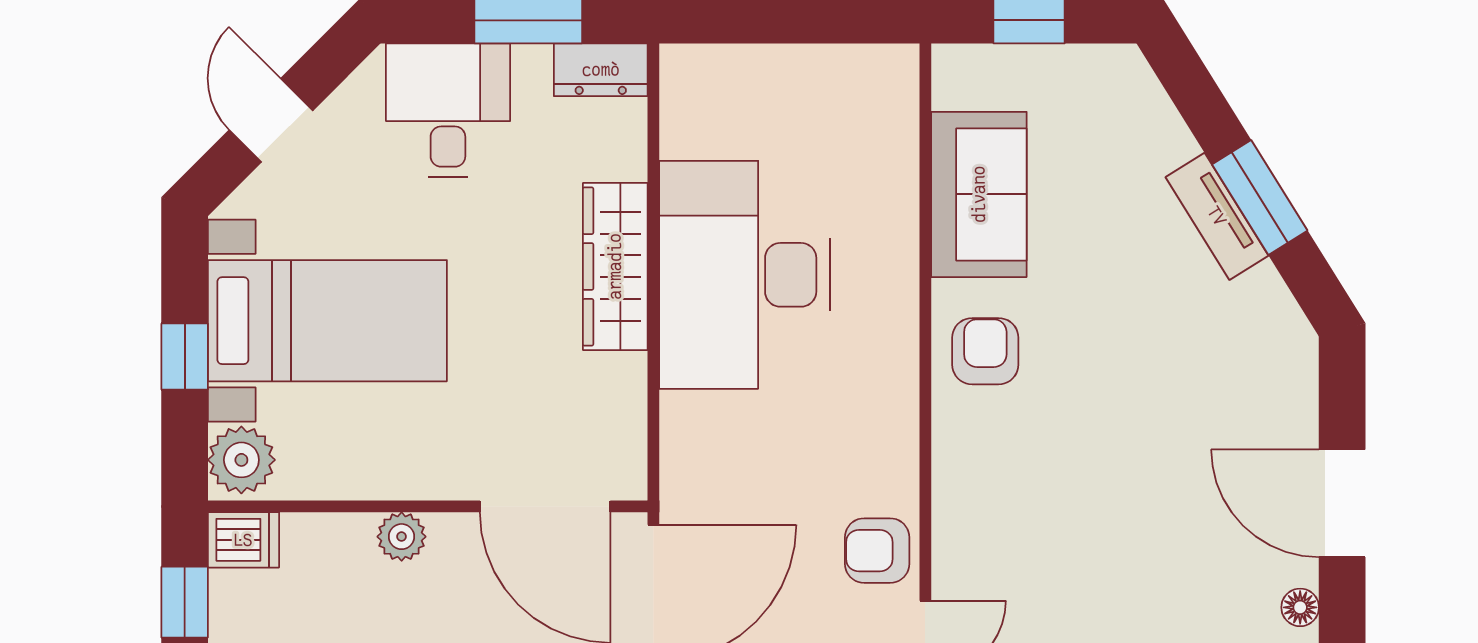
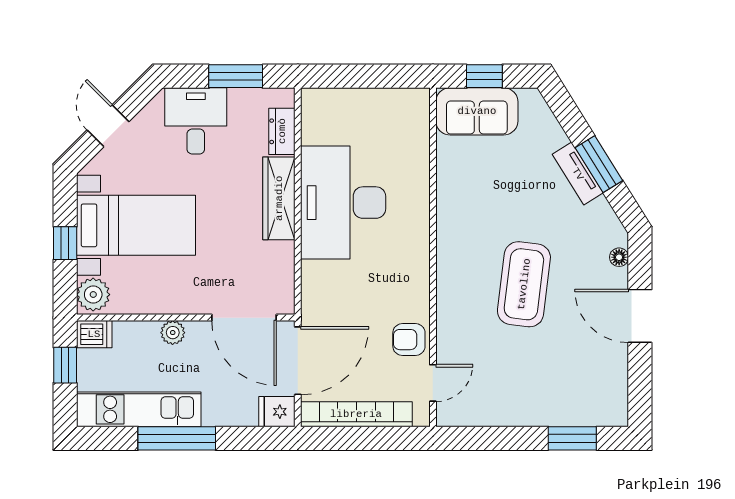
dresser: (601, 70) -> (282, 131), moved, turned 90
sofa: (979, 194) -> (477, 111), moved, turned 90
armchair: (985, 351) -> (463, 240), removed
coffee table: (1109, 439) -> (524, 284), added
floor lamp: (1300, 607) -> (619, 257), moved

